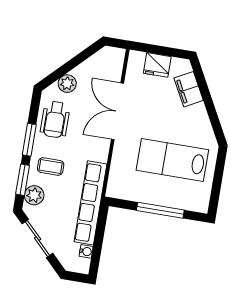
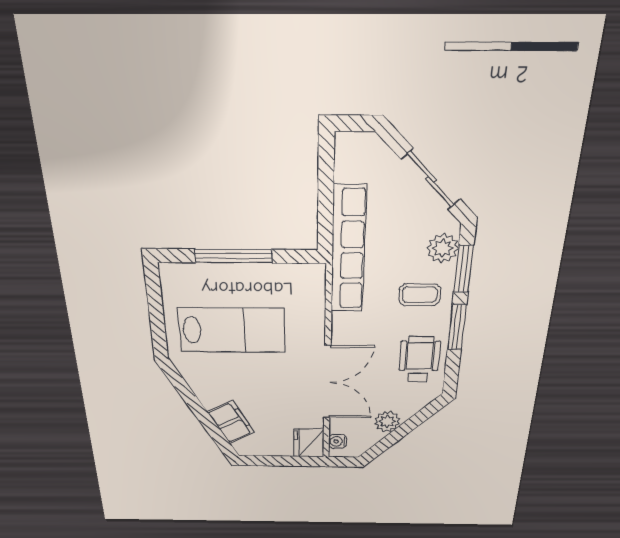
fridge: (157, 65) -> (309, 443), moved, turned -90
plant: (67, 84) -> (387, 421), moved
water cooler: (86, 251) -> (337, 441), moved

